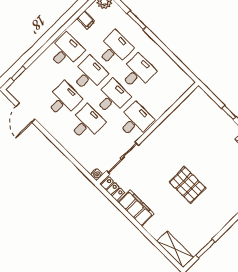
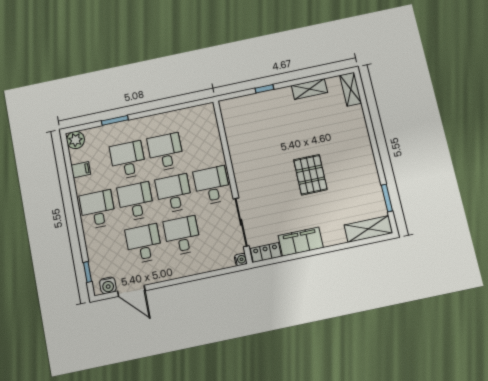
water cooler: (19, 94) -> (108, 285), added
pallet: (188, 185) -> (310, 175), turned 90

